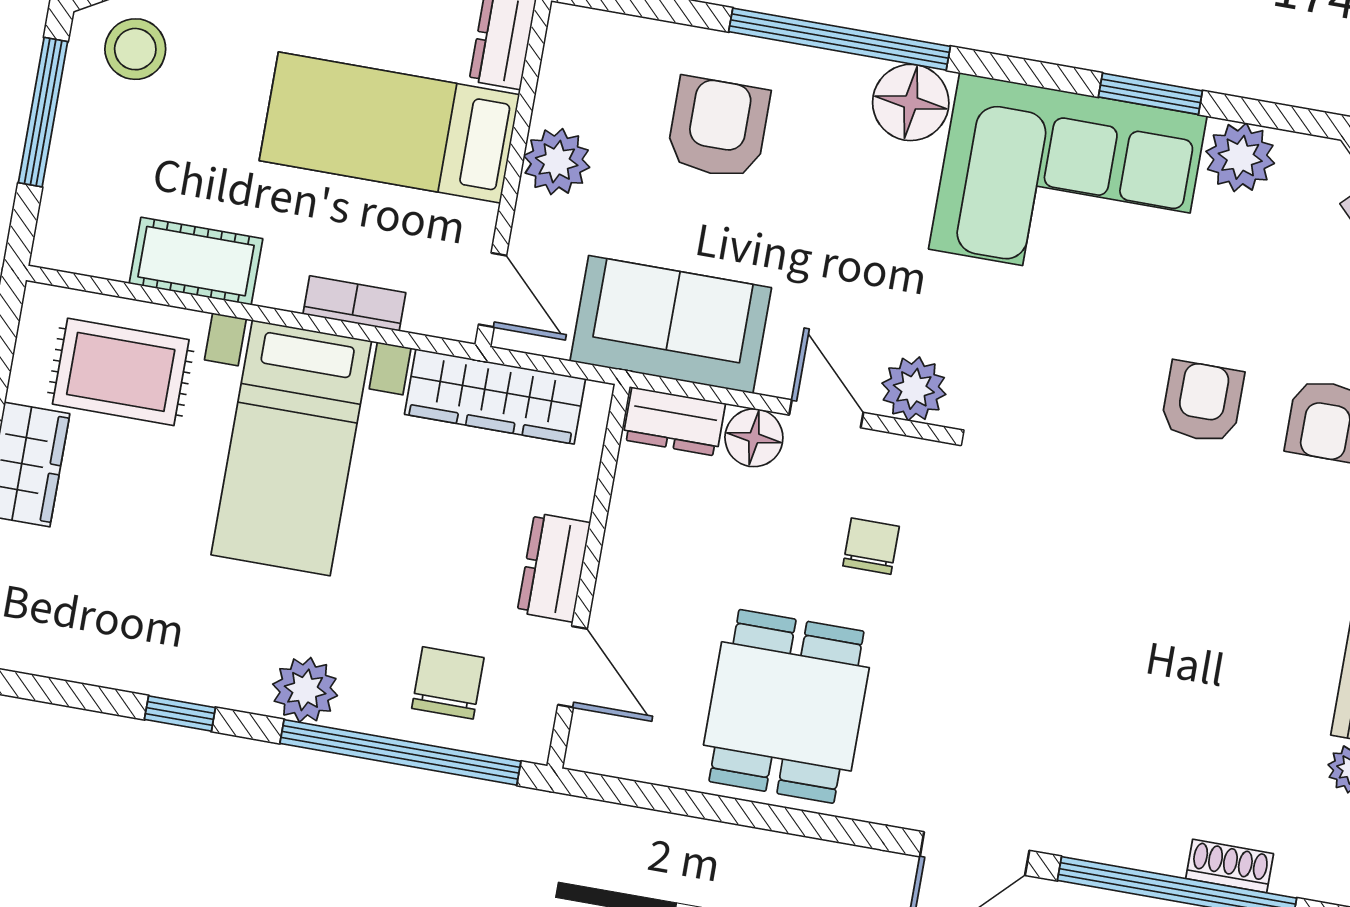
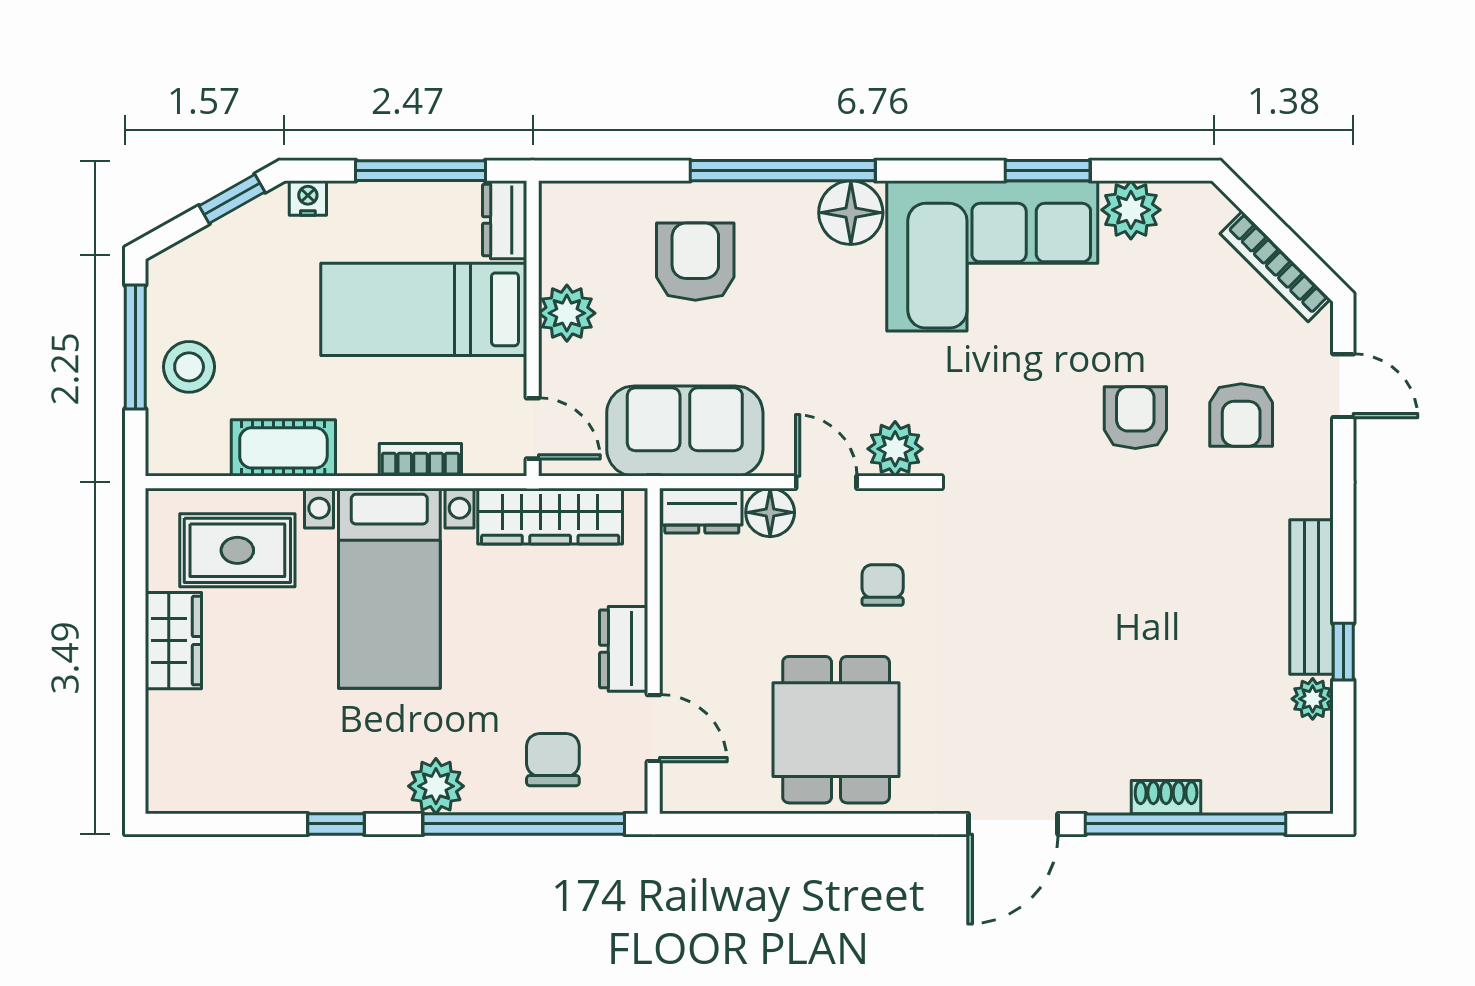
stool: (135, 49) -> (189, 367), moved
shoe rack: (1230, 866) -> (1166, 797), moved

